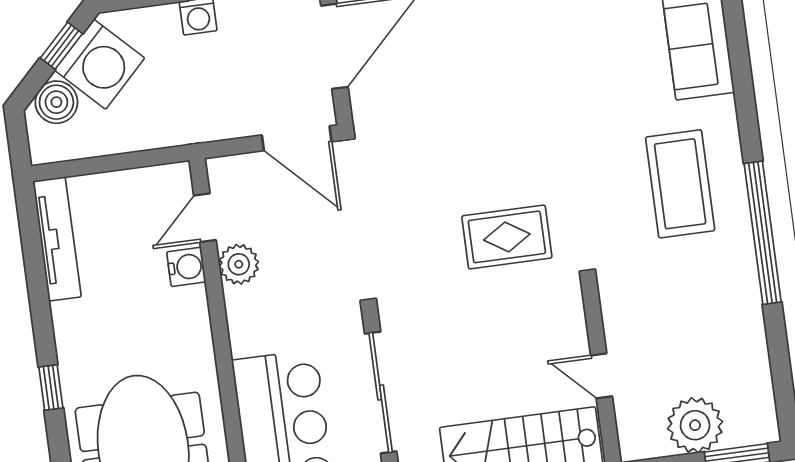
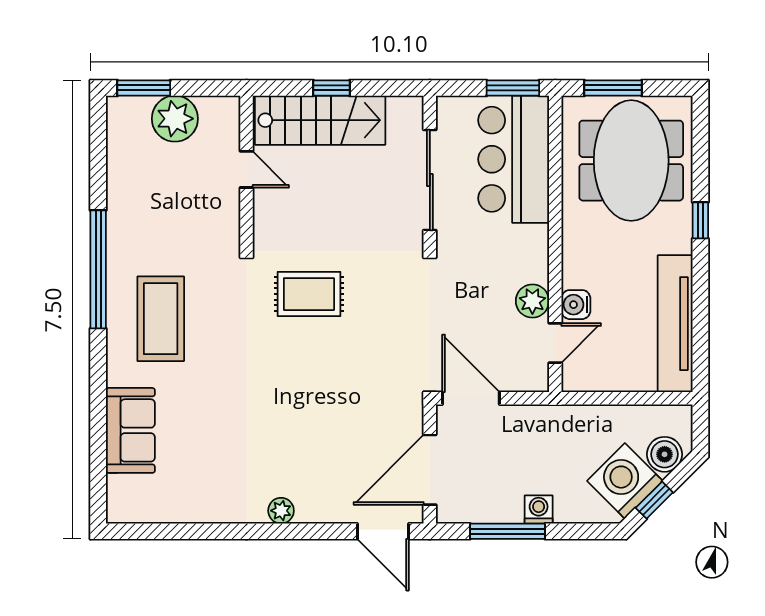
tv unit: (57, 239) -> (675, 324), width x1.36, depth x1.29

